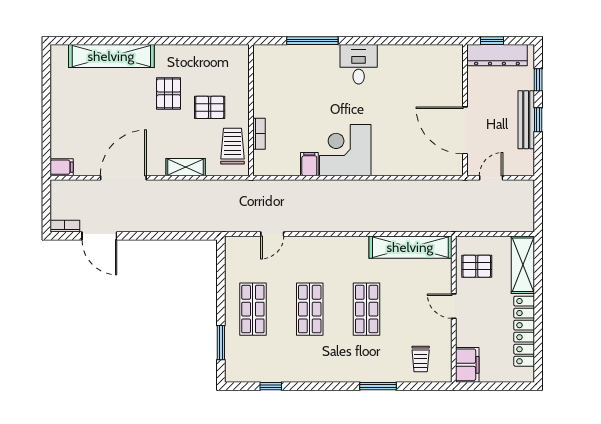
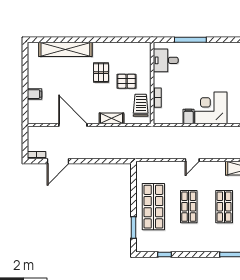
desk: (359, 64) -> (166, 60), moved, turned -90
filing cabinet: (62, 167) -> (34, 94), moved
door: (123, 178) -> (73, 125), hinge flipped
door: (272, 234) -> (192, 160), moved
door: (99, 236) -> (58, 161), hinge flipped
shop shelf: (253, 309) -> (153, 207), width x1.43, depth x1.36

